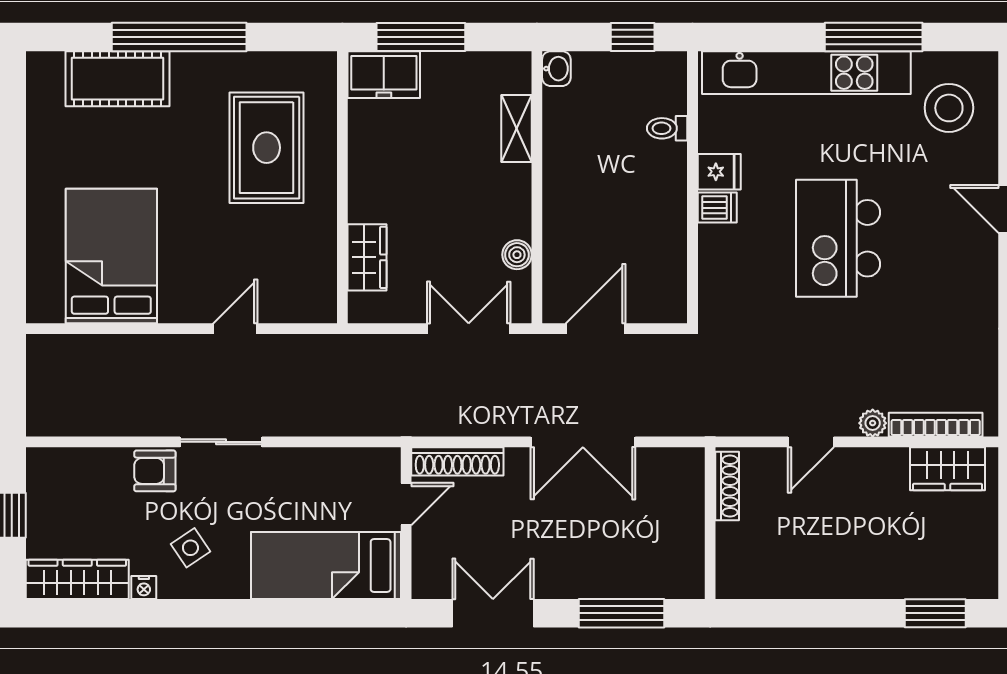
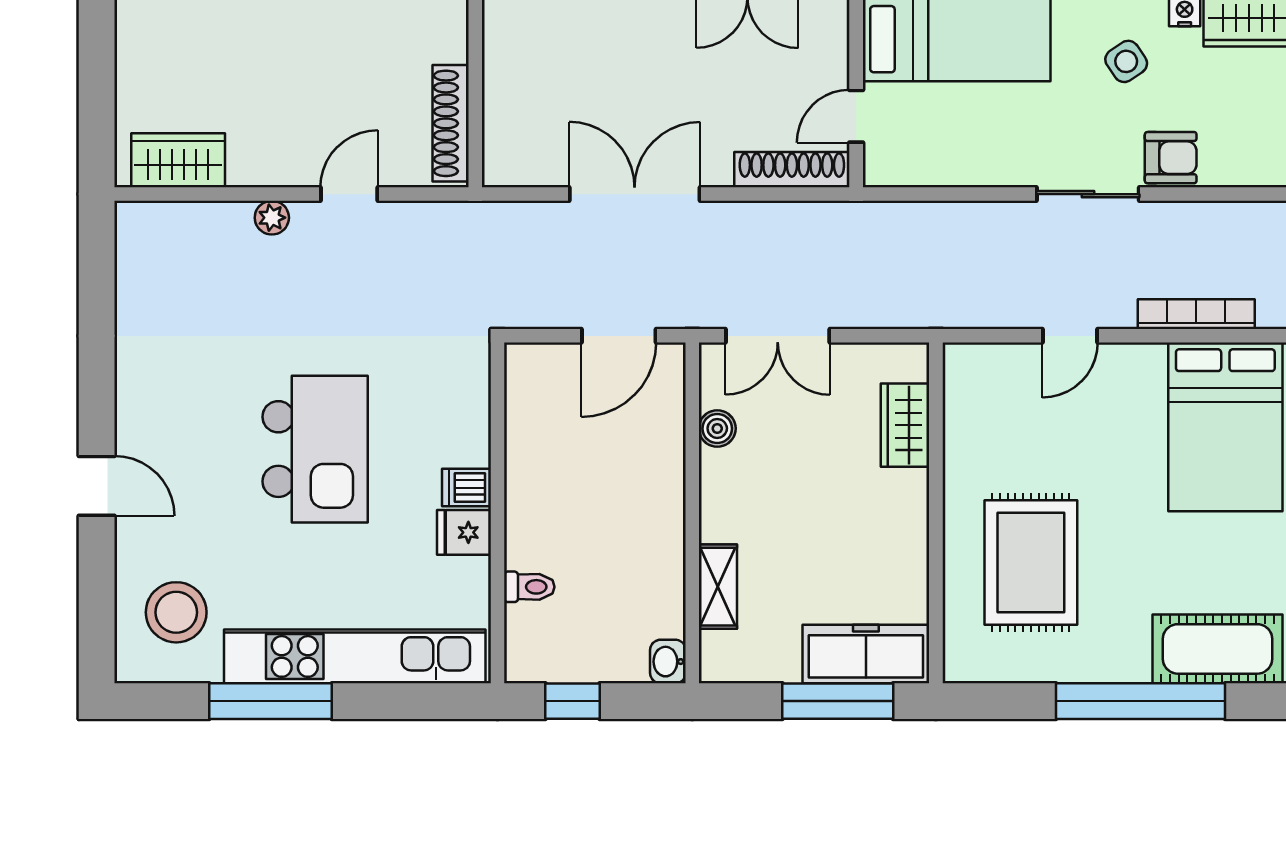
freezer: (384, 75) -> (866, 654), width x1.40
bookcase: (936, 425) -> (1196, 314), moved, turned 180
shoe rack: (727, 486) -> (451, 123), width x1.36, depth x1.24

